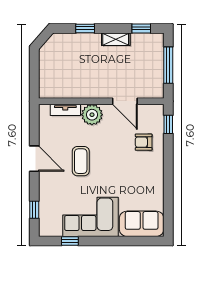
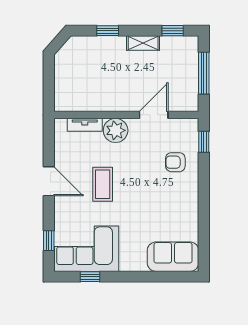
door: (125, 101) -> (154, 115), swing flipped
corner sofa: (91, 217) -> (87, 249), moved

